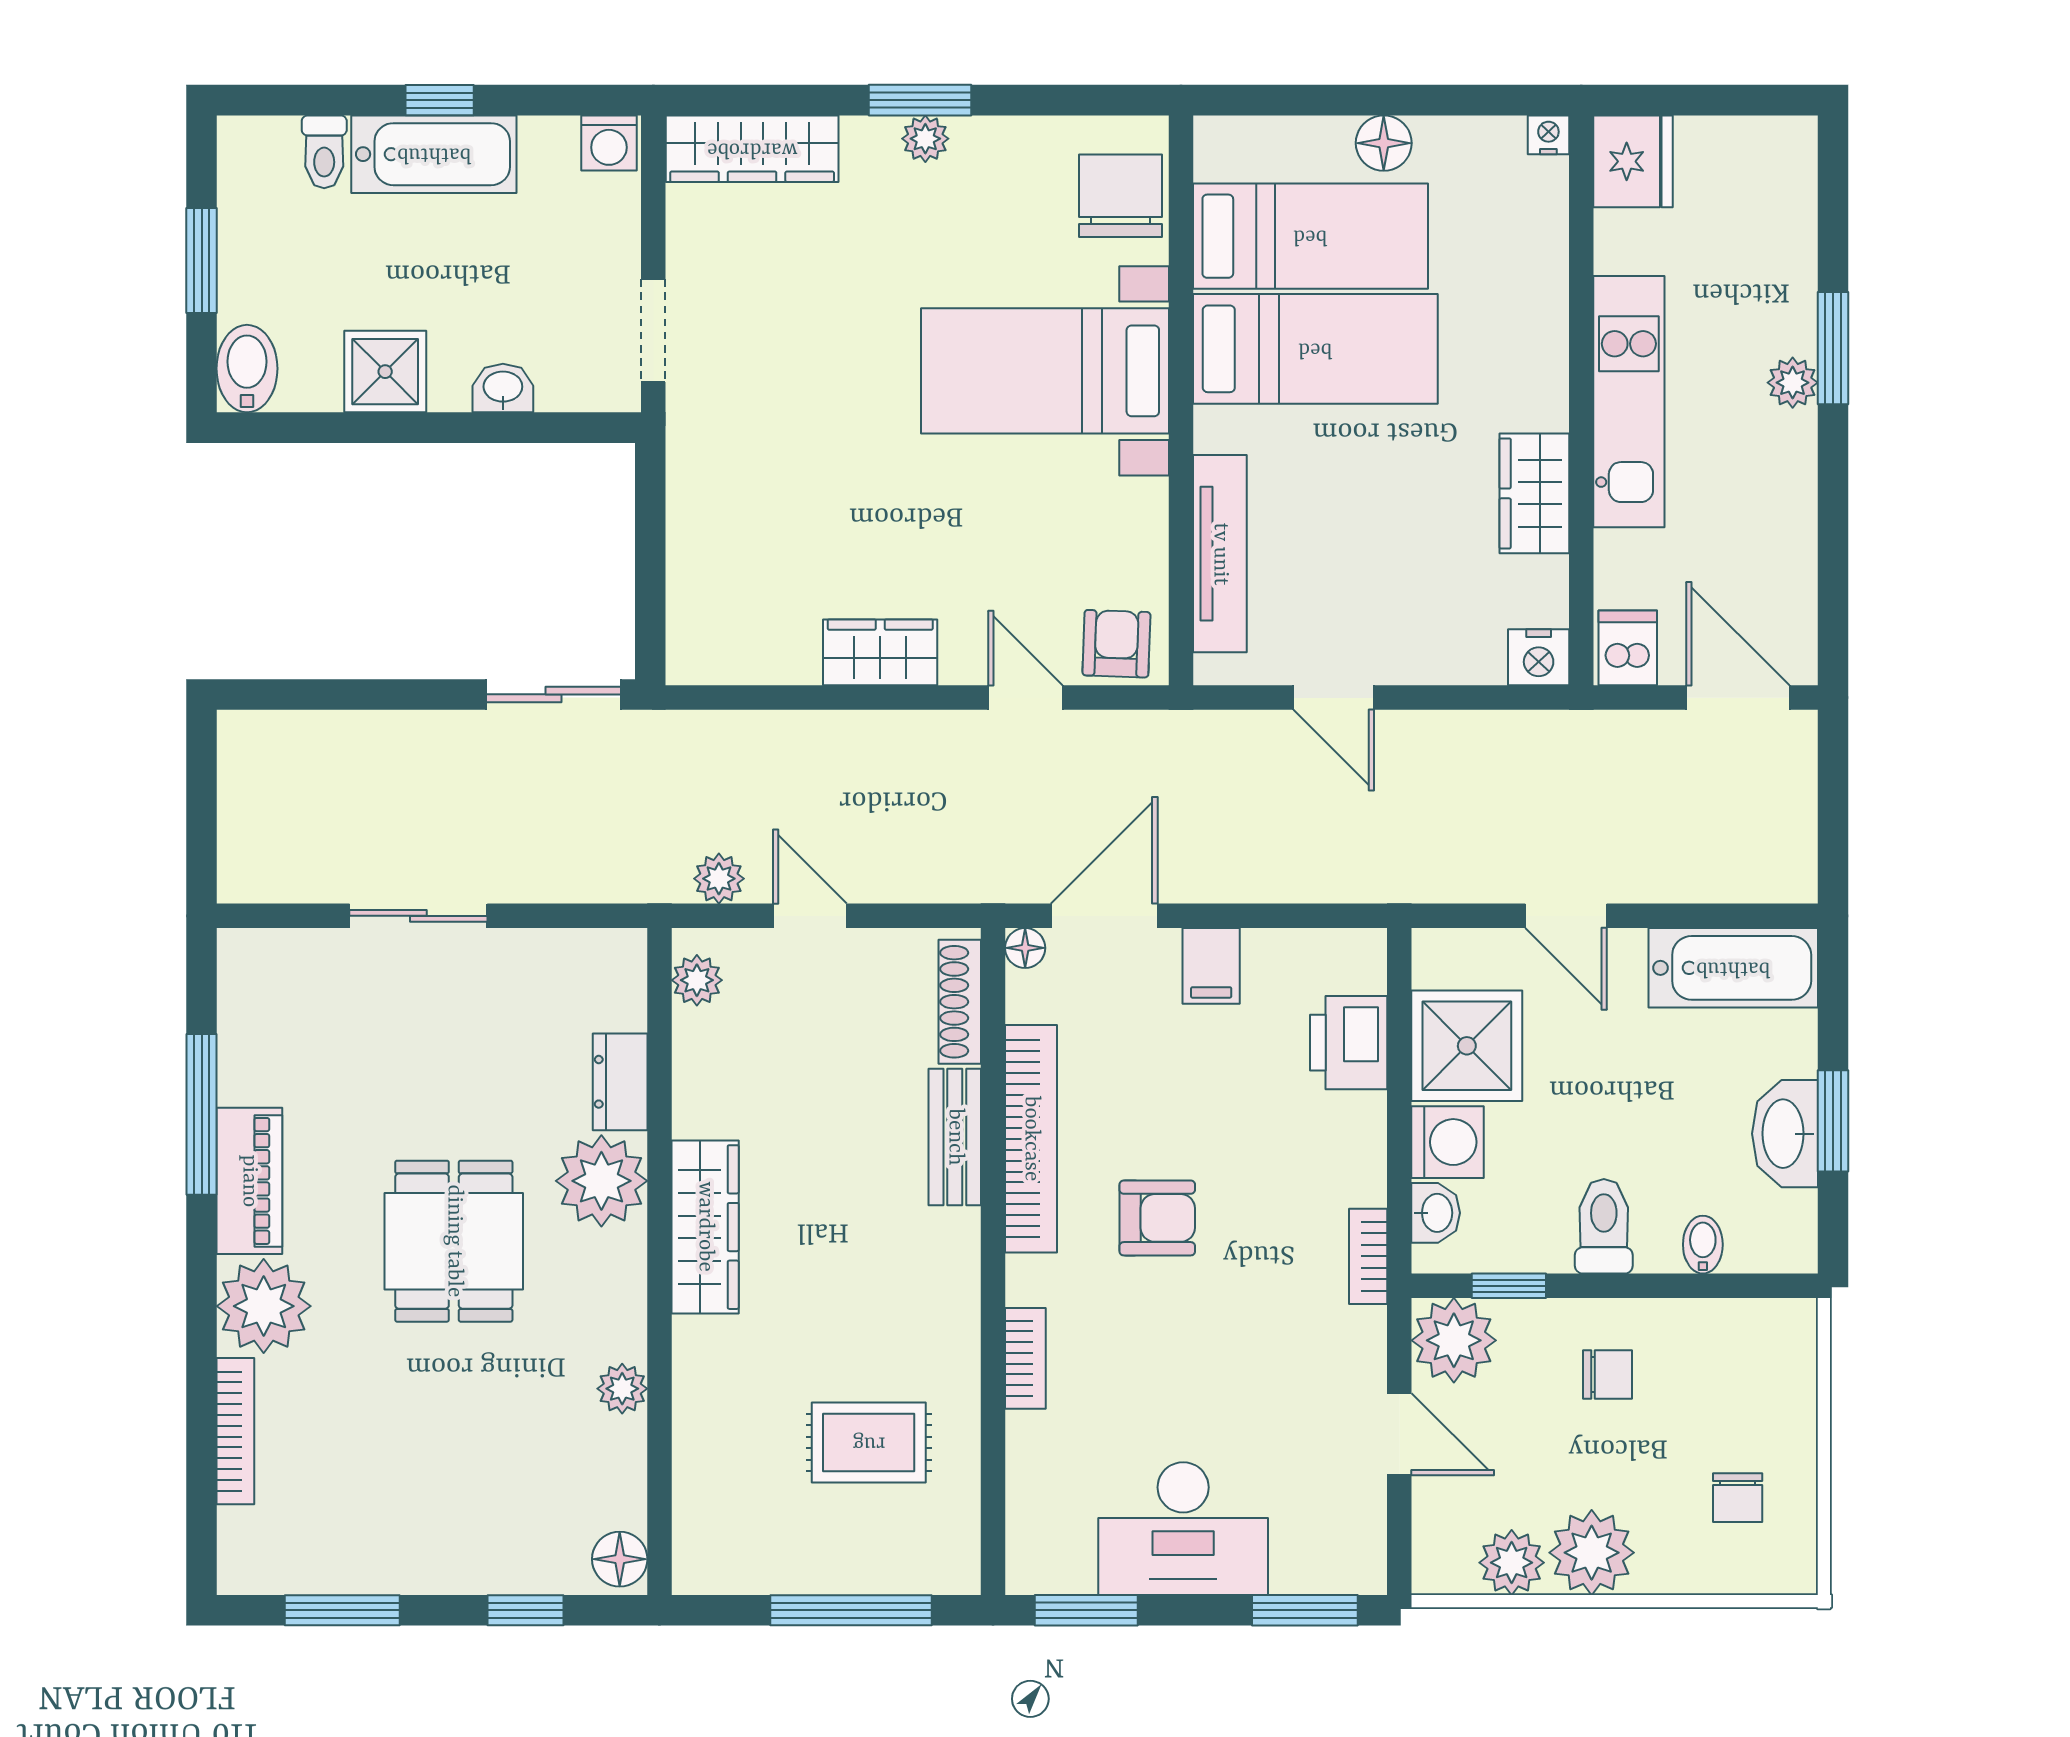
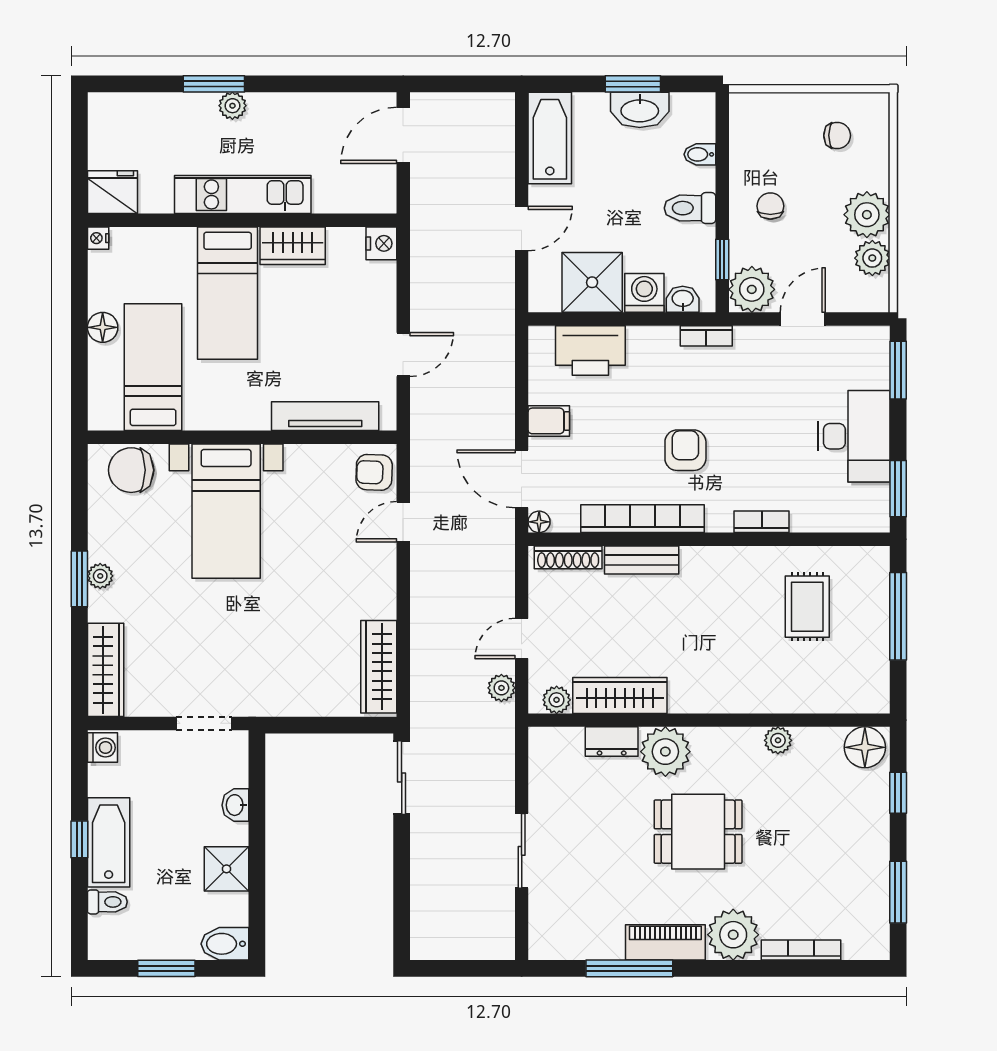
bed: (1315, 349) -> (228, 293), moved, turned 180
dishwasher: (1628, 648) -> (376, 195), removed
wardrobe: (880, 652) -> (379, 667), moved, width x1.50
printer: (1349, 1043) -> (590, 350), width x1.37, depth x1.19
wardrobe: (705, 1227) -> (620, 695), moved
floor lamp: (620, 1559) -> (865, 747), width x1.38, depth x1.38

